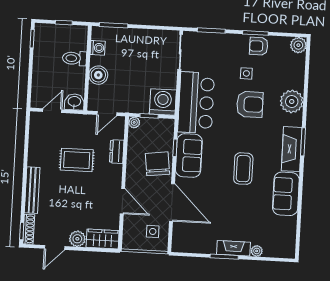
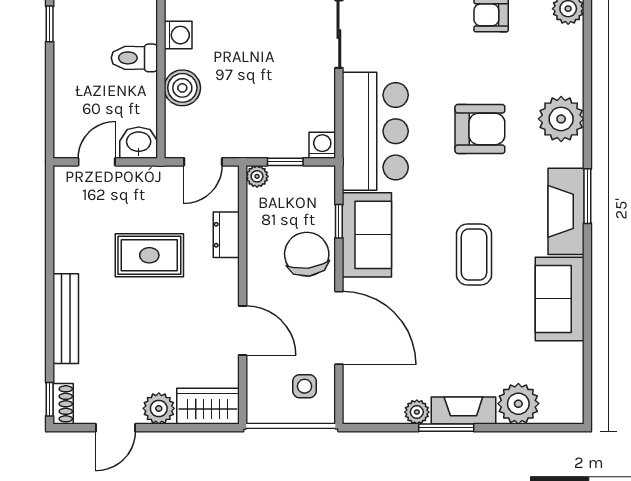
side table: (246, 73) -> (470, 69), removed
washing machine: (163, 102) -> (322, 145), width x0.53, depth x0.53
shoe rack: (29, 229) -> (63, 404), width x0.70
plant: (210, 248) -> (417, 412), added
plant: (257, 251) -> (518, 404), width x1.88, depth x1.88

